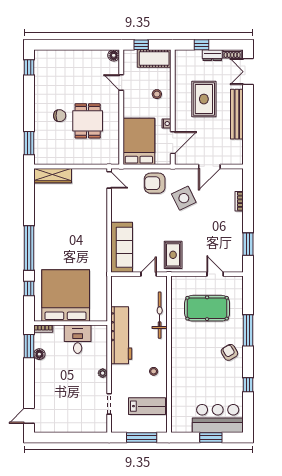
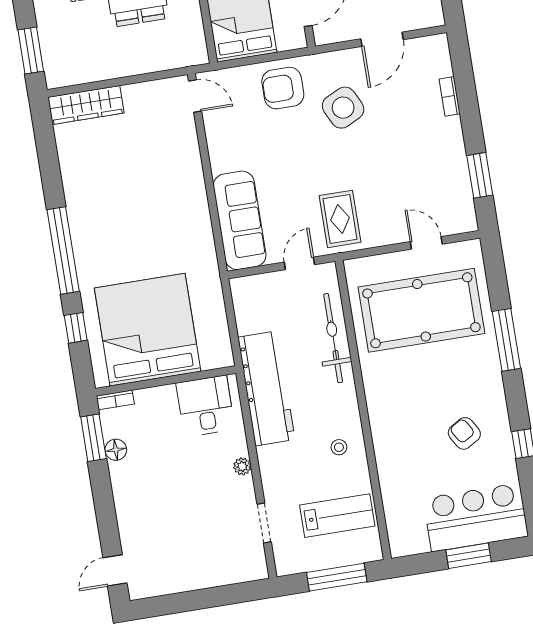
pool table: (207, 308) -> (421, 310), width x1.36, depth x1.32
desk: (78, 339) -> (205, 406), moved
armchair: (229, 352) -> (464, 433), moved

